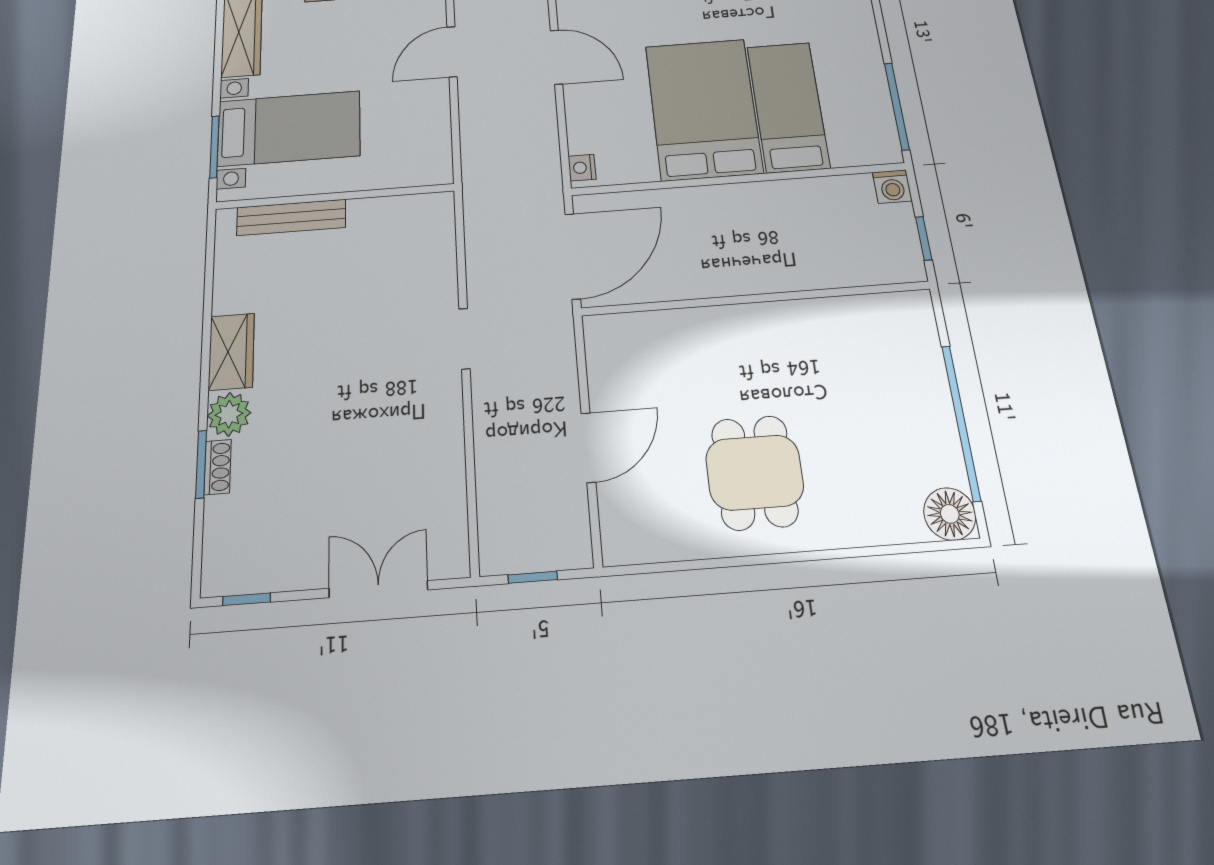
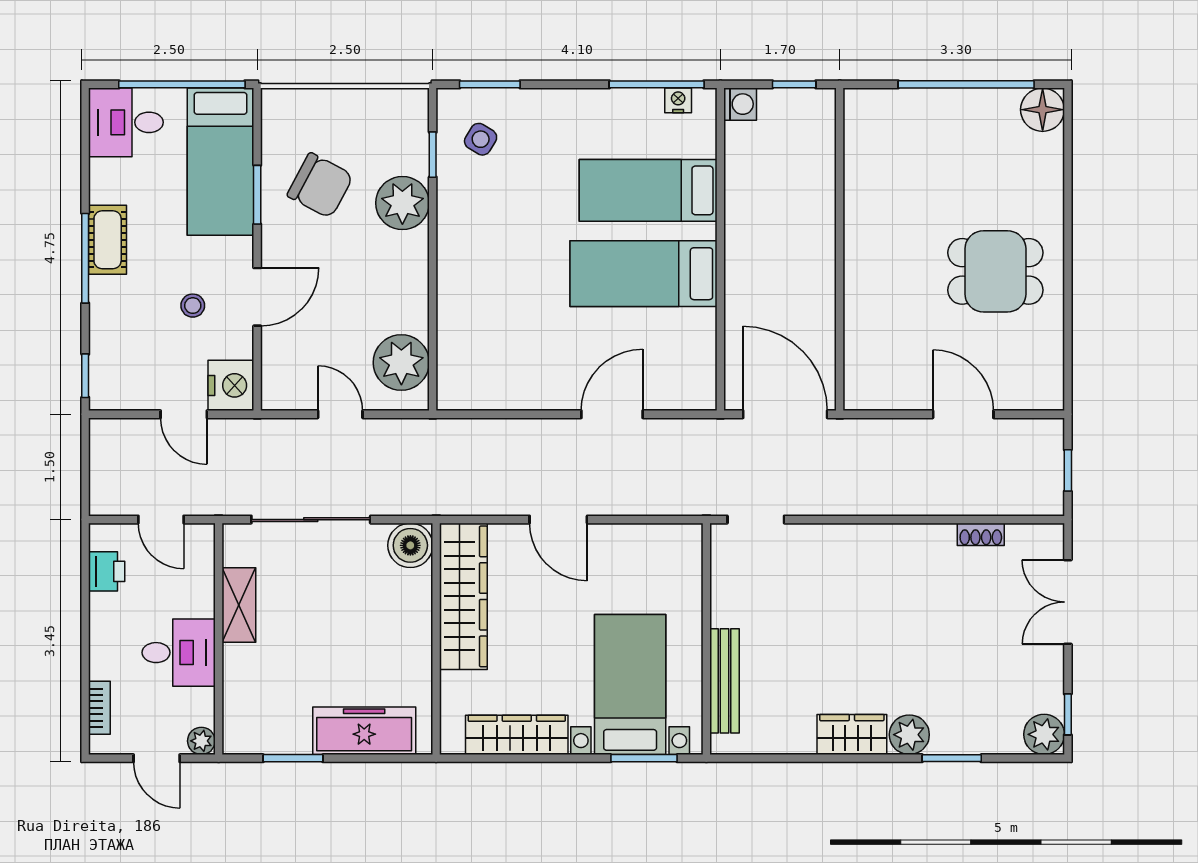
door: (556, 57) -> (612, 414), moved
bed: (703, 109) -> (644, 274), width x0.67
nightstand: (582, 168) -> (678, 100), moved, turned 180
doorway: (465, 339) -> (756, 520), moved
shoe rack: (218, 467) -> (981, 534), moved, turned 180
plant: (224, 572) -> (1044, 734), added

